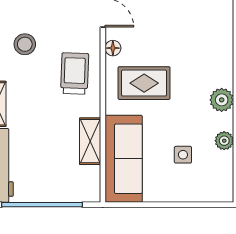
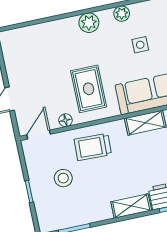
stool: (25, 44) -> (63, 178), moved

